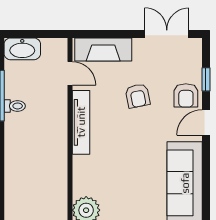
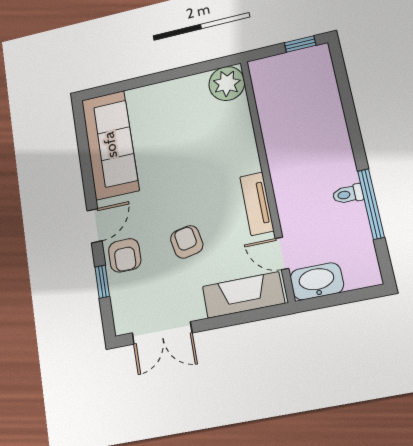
washbasin: (22, 49) -> (317, 281), moved
armchair: (186, 95) -> (125, 255), turned 180
tv unit: (81, 122) -> (257, 204), width x0.71

